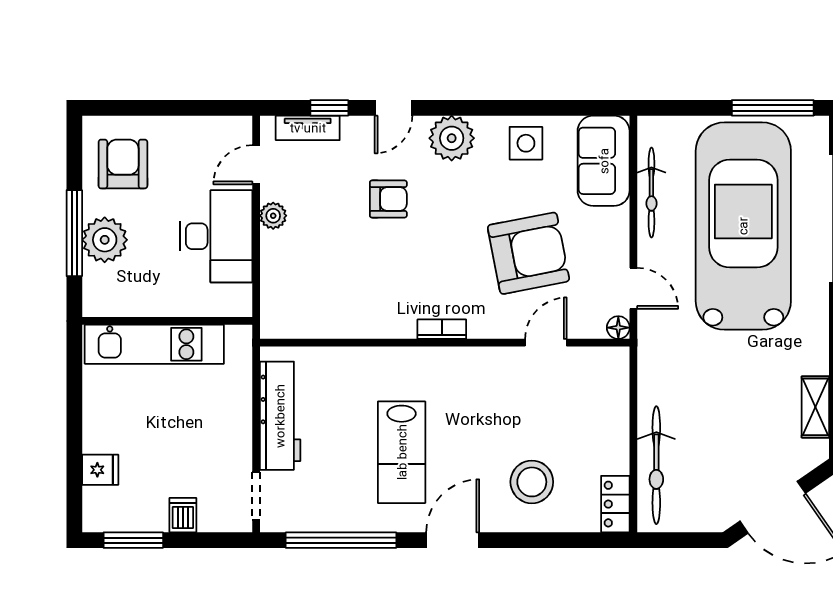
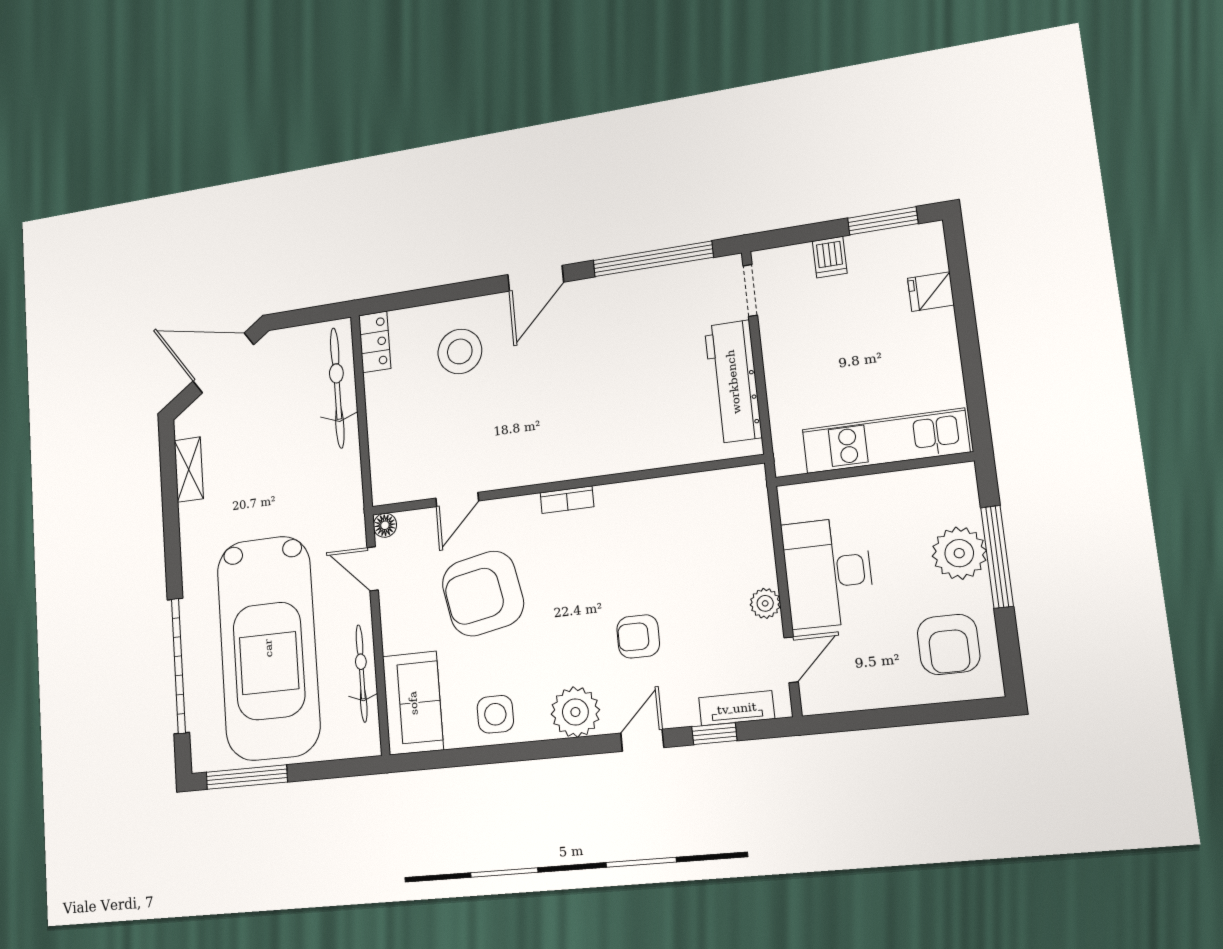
lab bench: (402, 452) -> (598, 362), removed

